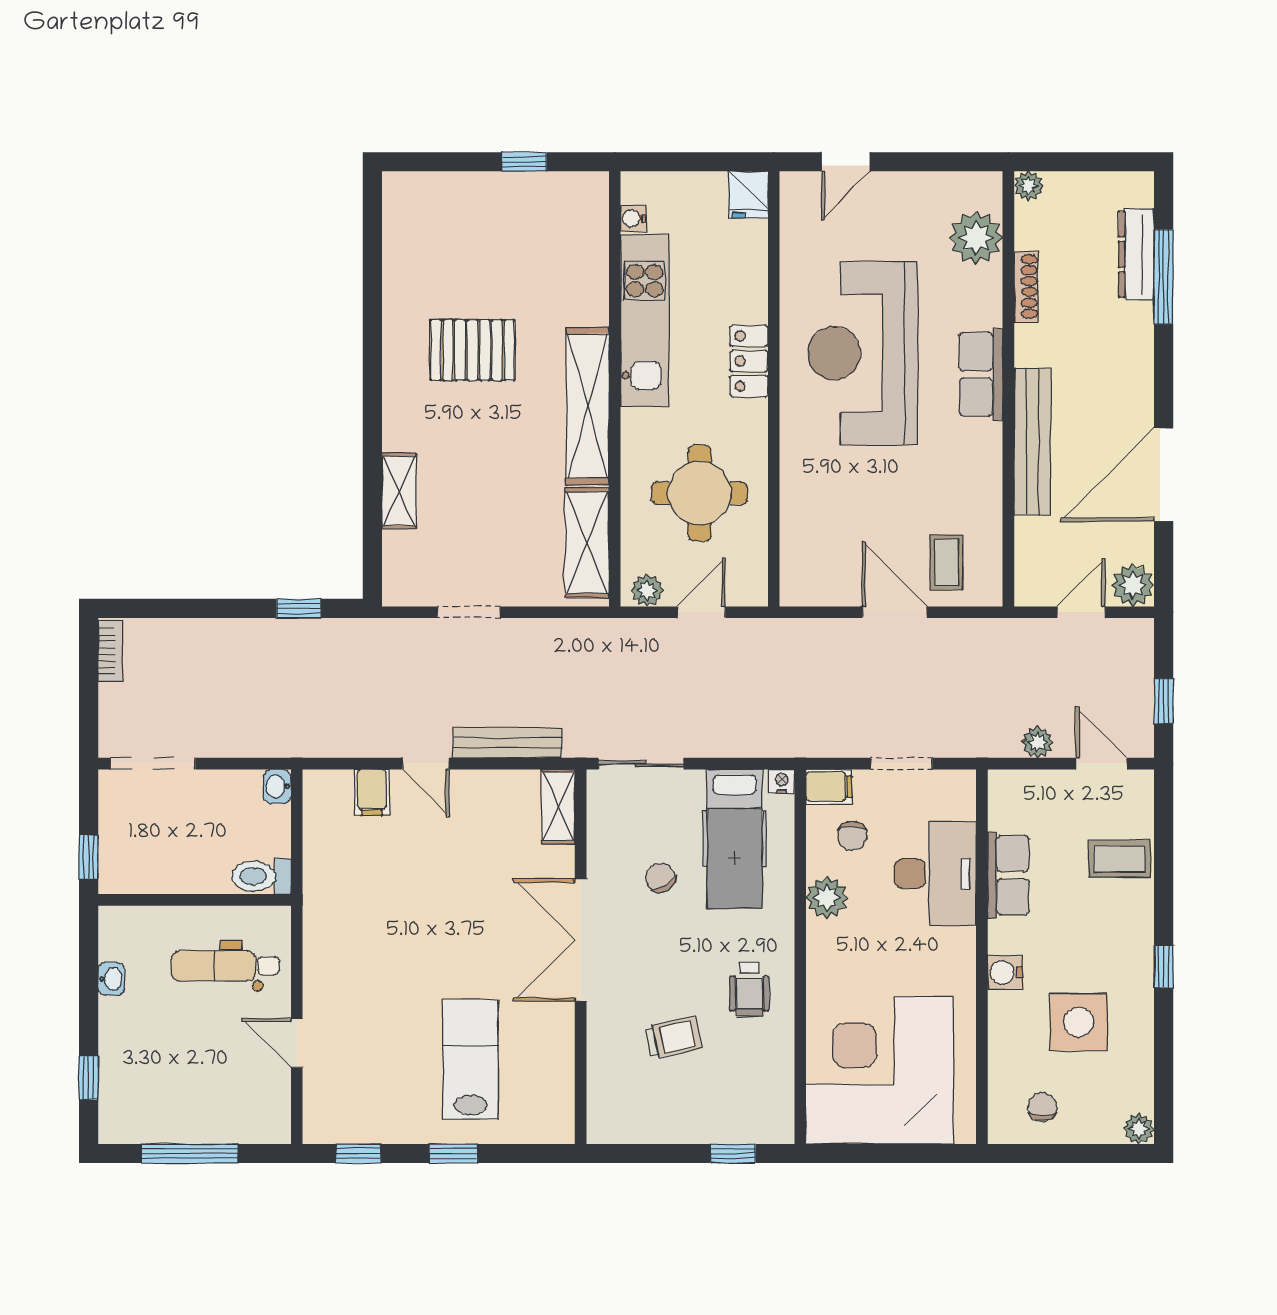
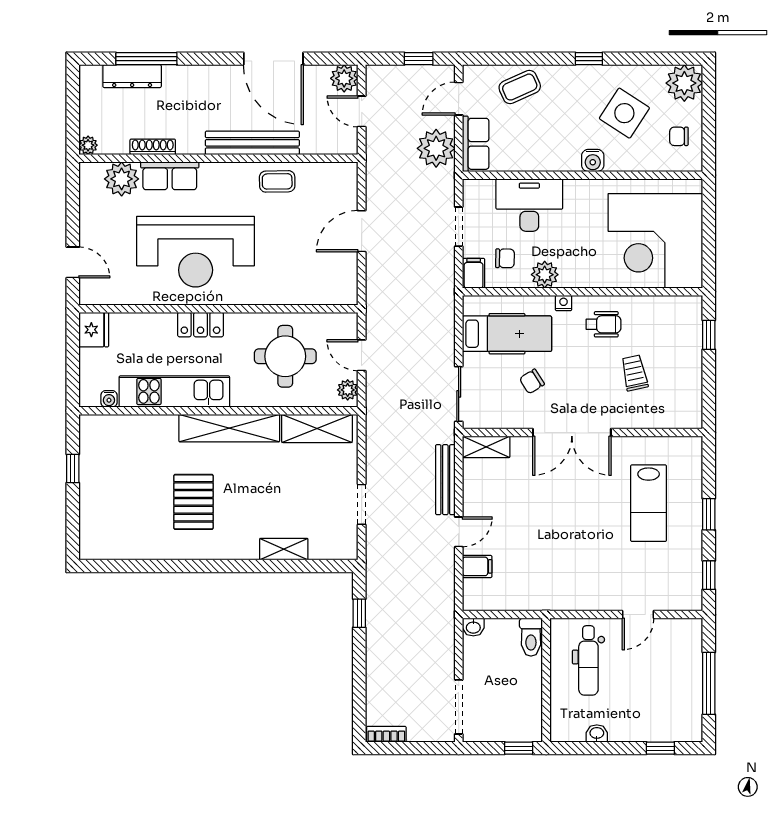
fridge: (749, 194) -> (94, 330), width x1.38
row of seats: (981, 374) -> (170, 176), moved
coffee table: (946, 562) -> (277, 181), moved
plant: (1038, 742) -> (436, 148), width x1.88, depth x1.88
nightstand: (782, 781) -> (564, 303), moved, turned 90
coffee table: (1119, 859) -> (520, 87), turned 66
row of seats: (1008, 875) -> (476, 144), moved, turned 90
side table: (1079, 1022) -> (624, 113), turned 33
lab bench: (470, 1060) -> (649, 503), turned -90
plant: (1139, 1129) -> (684, 83), width x1.87, depth x1.87

